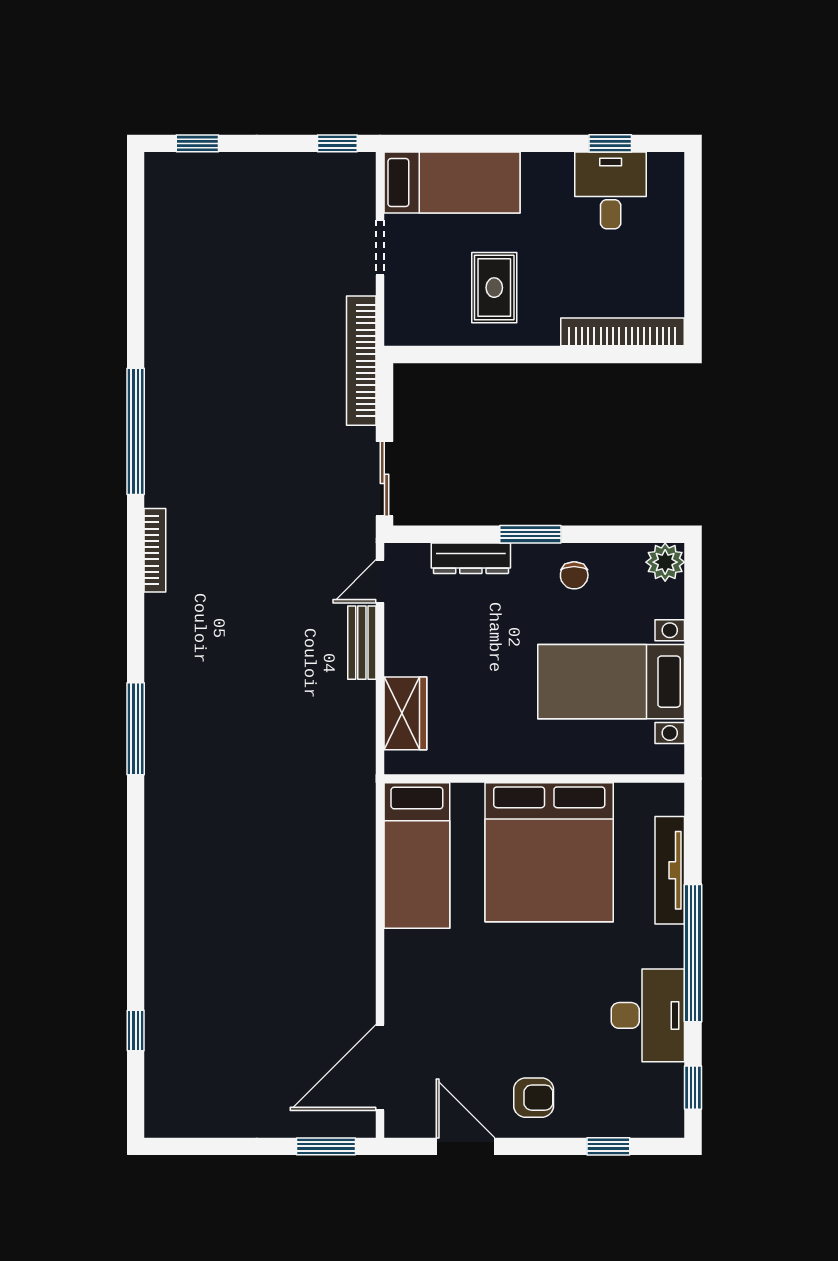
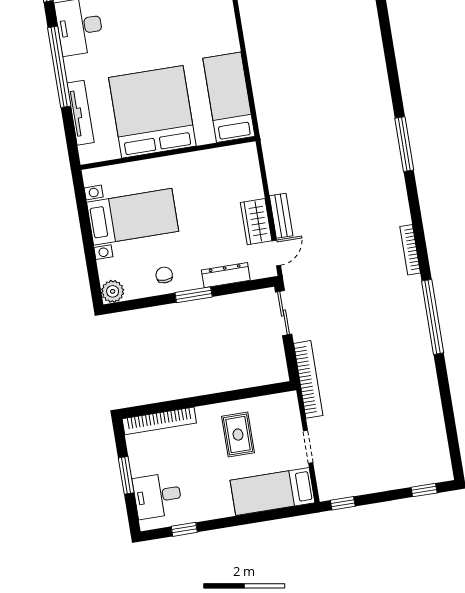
desk: (611, 190) -> (158, 496), moved, turned 90
window: (693, 250) -> (126, 475), added
wardrobe: (405, 713) -> (256, 222), moved

